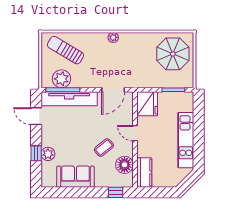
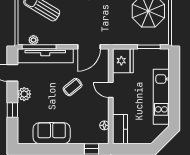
plant: (61, 79) -> (33, 40), width x0.53, depth x0.53
coffee table: (104, 148) -> (73, 87), moved
plant: (48, 154) -> (24, 94), moved
floor lamp: (124, 165) -> (104, 125), width x0.53, depth x0.53

